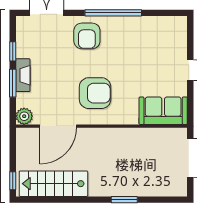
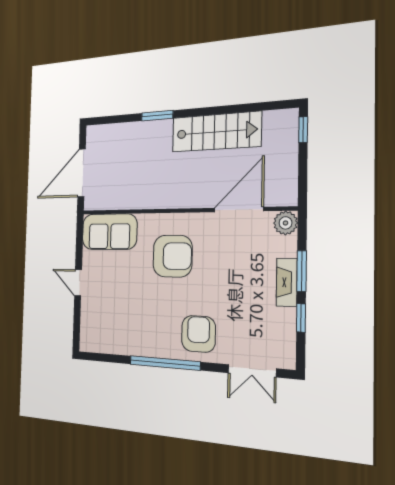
armchair: (95, 93) -> (173, 256), moved, turned 180
stairs: (53, 184) -> (216, 132), moved

